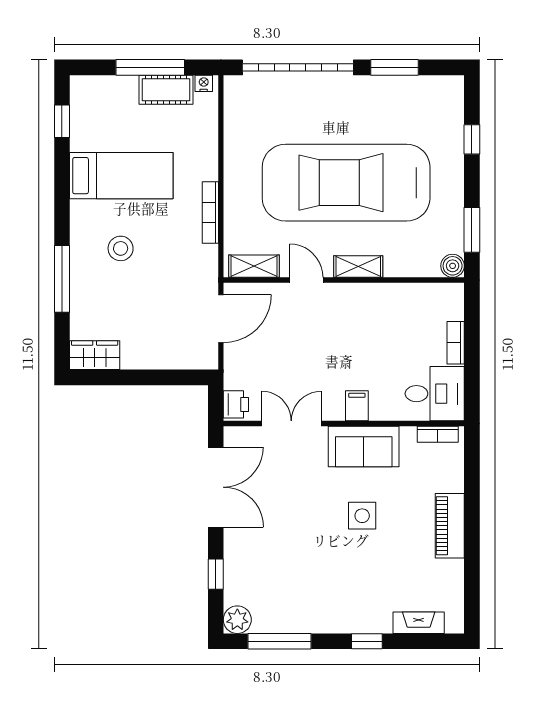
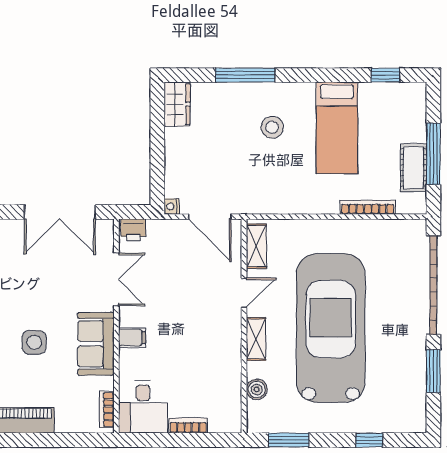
nightstand: (204, 83) -> (172, 206), moved, turned 180
bookcase: (210, 213) -> (368, 207), moved
boiler: (453, 266) -> (257, 389), moved

